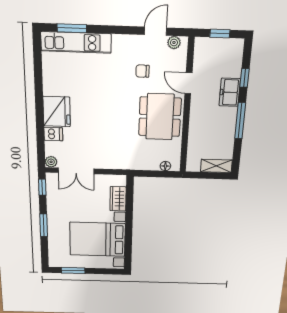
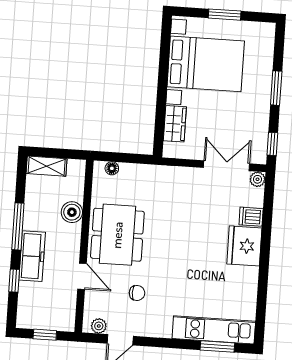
freezer: (230, 92) -> (32, 256), width x1.40
boiler: (197, 133) -> (72, 212), added
window: (73, 270) -> (225, 15), moved

